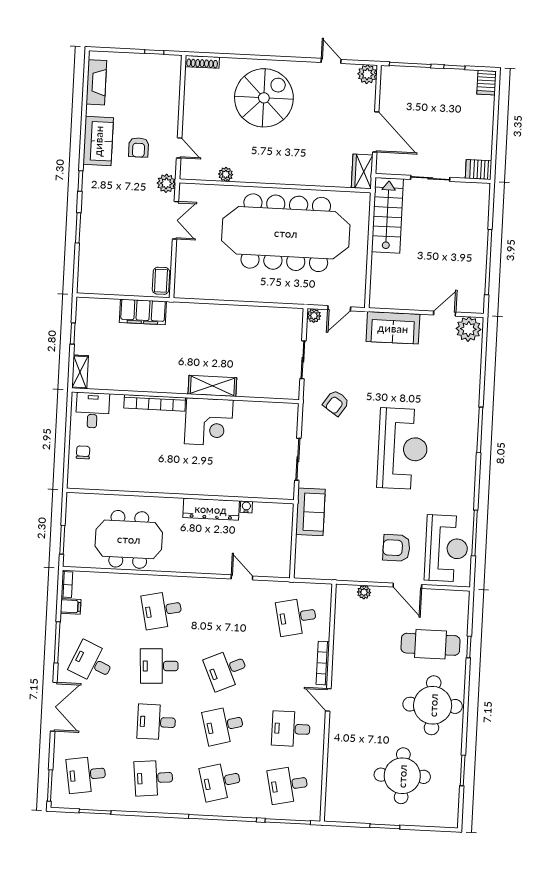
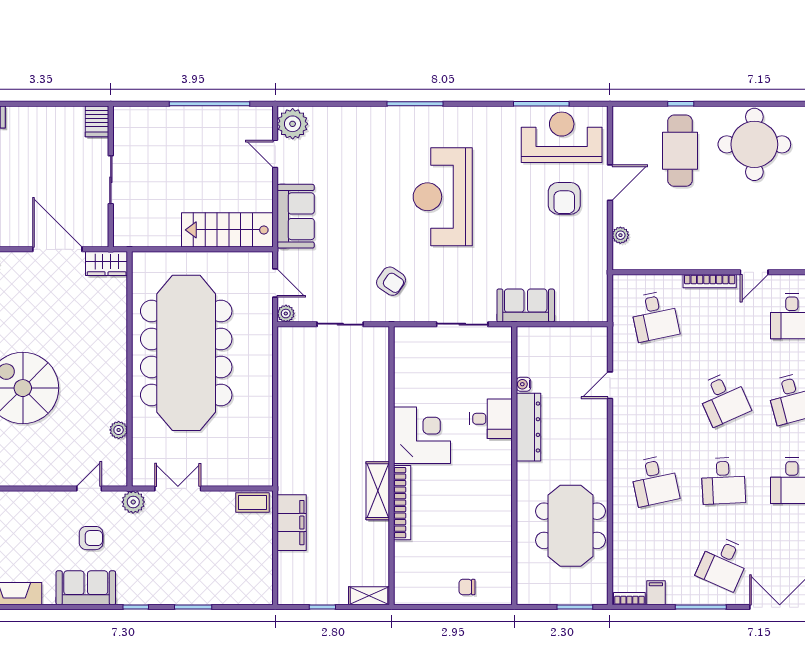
door: (376, 132) -> (57, 249), hinge flipped
stairs: (387, 215) -> (227, 230), moved
shelving: (212, 386) -> (378, 491), moved
desk: (93, 410) -> (491, 419), moved, turned 180
reception desk: (403, 449) -> (443, 197), turned -90

